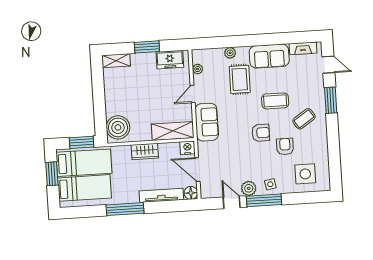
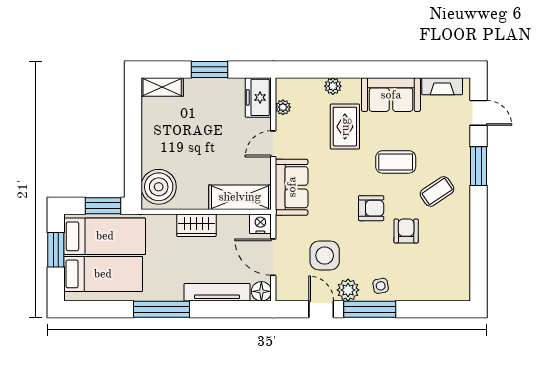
freezer: (170, 60) -> (258, 97), moved, turned 90
side table: (305, 174) -> (325, 256), moved

